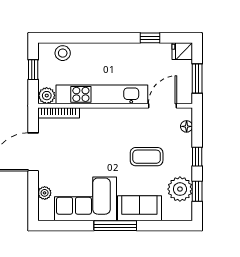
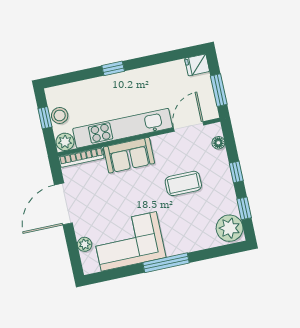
window: (150, 38) -> (113, 68), moved
stool: (63, 53) -> (60, 115), moved
plant: (180, 189) -> (230, 228), moved
sofa: (139, 208) -> (129, 155), moved, turned 180

